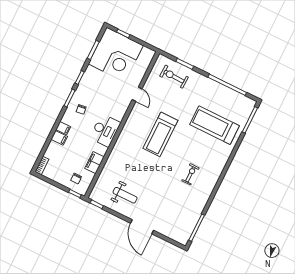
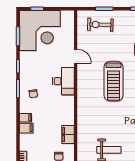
desk: (105, 130) -> (63, 81), moved

